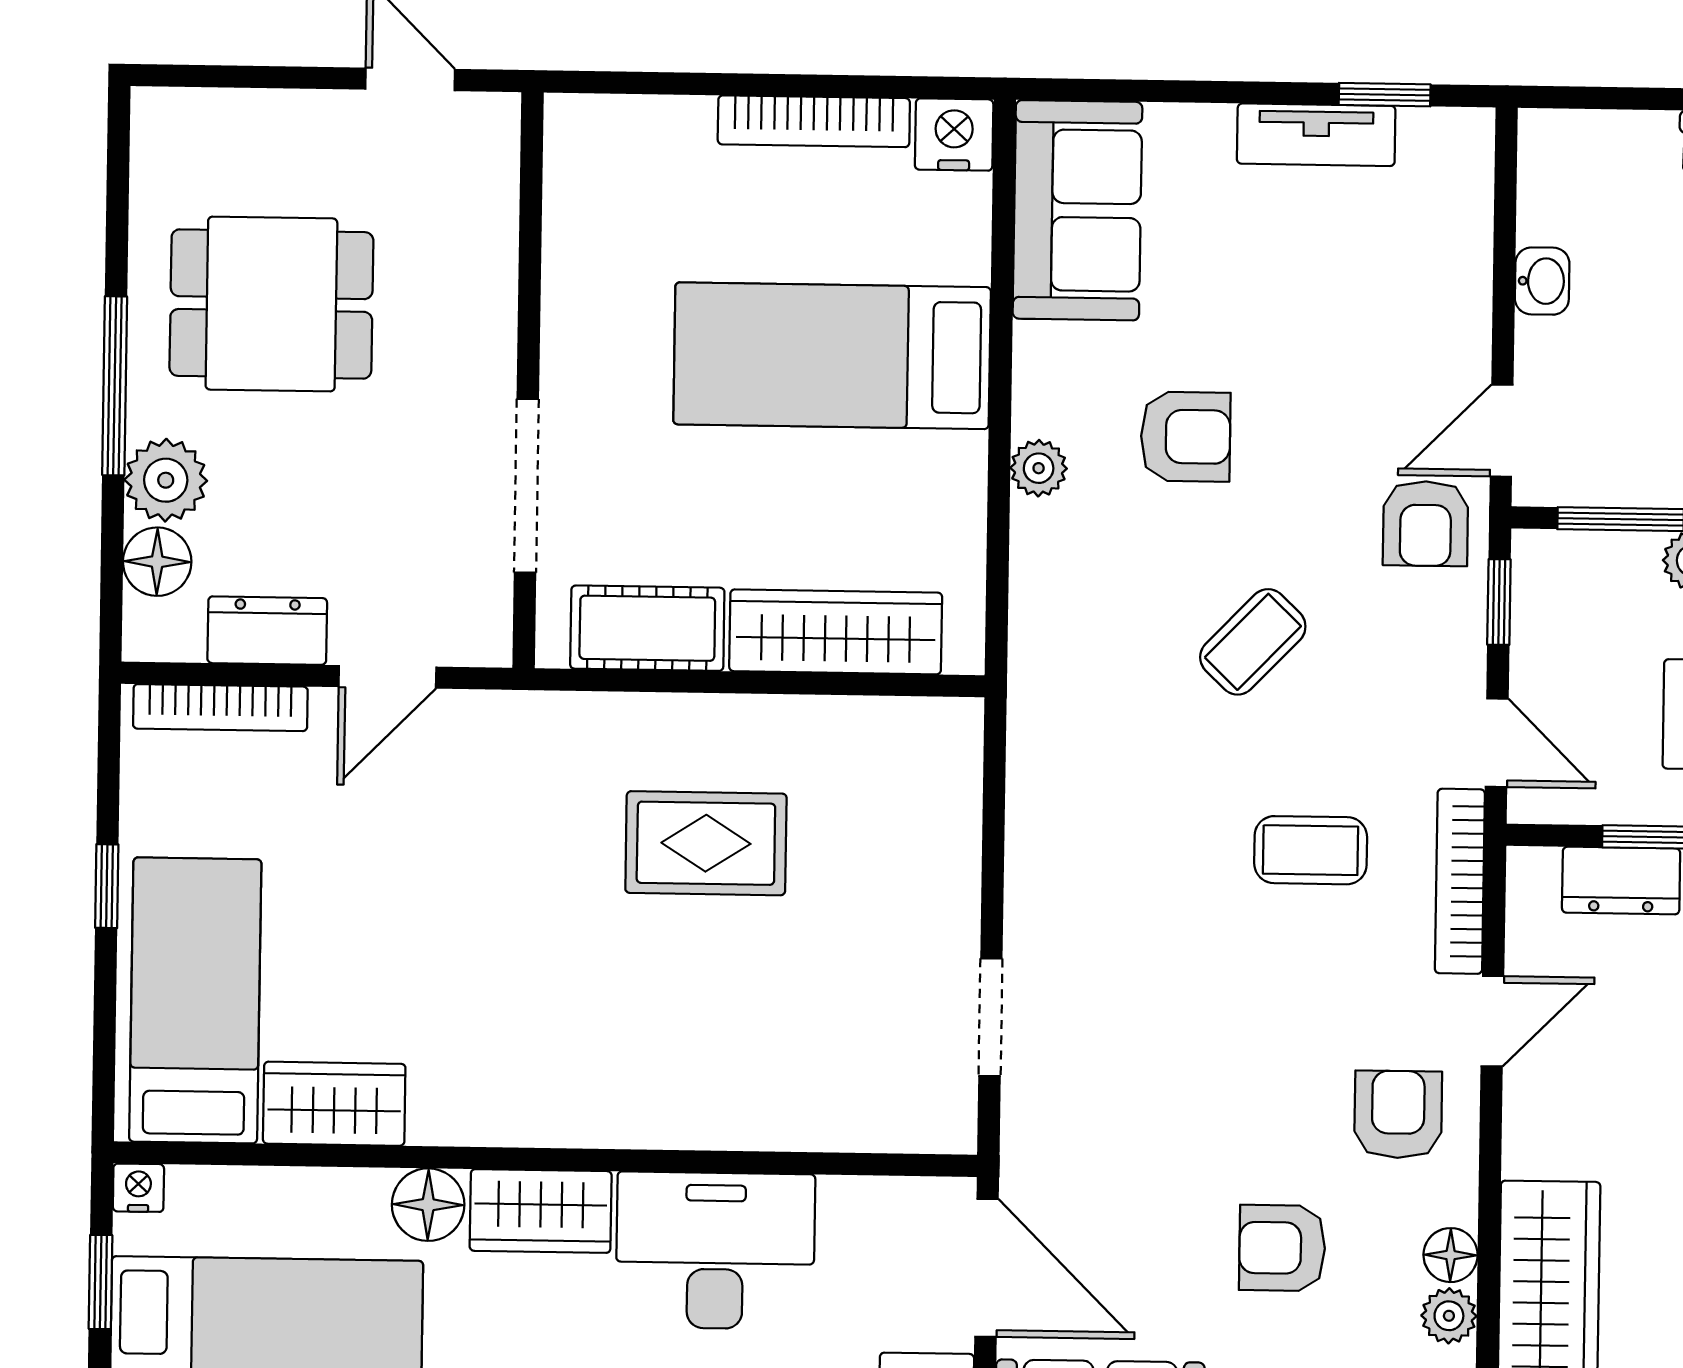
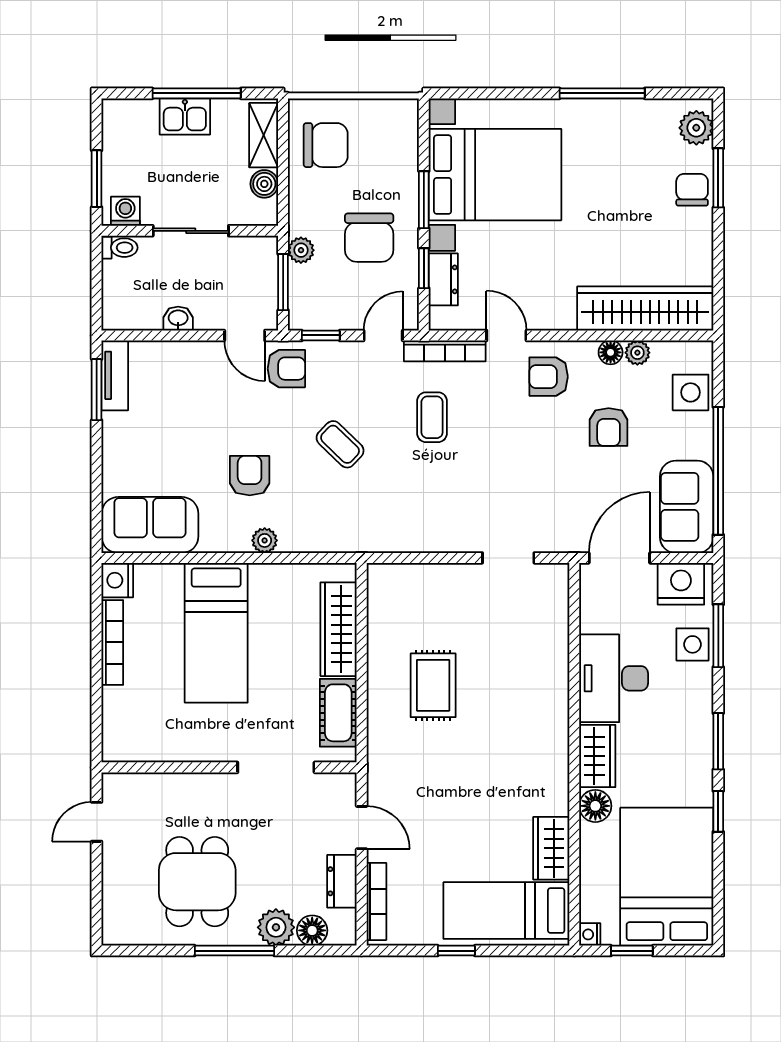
window: (1385, 95) -> (97, 390), width x1.50
tv unit: (1316, 135) -> (115, 375), moved

